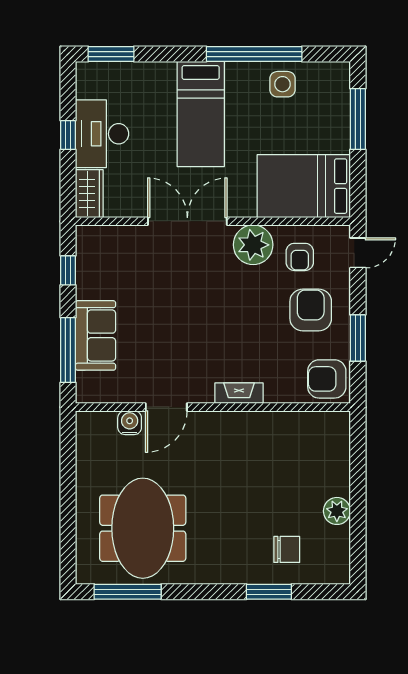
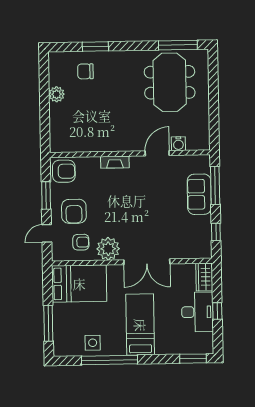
door: (358, 253) -> (47, 233), moved
armchair: (300, 257) -> (81, 242), turned 90

